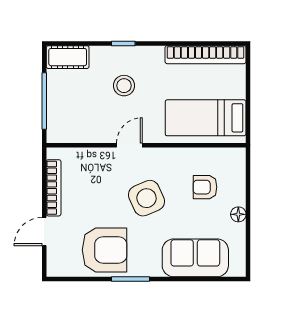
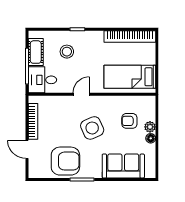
cot: (68, 57) -> (36, 52), moved, turned 90
stool: (124, 86) -> (67, 52), moved
desk: (69, 123) -> (42, 80), added
plant: (237, 196) -> (150, 127), added
door: (44, 232) -> (27, 149), hinge flipped

